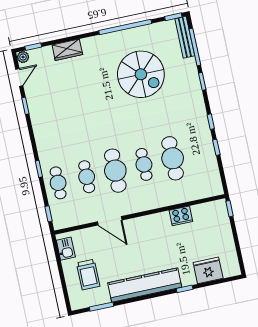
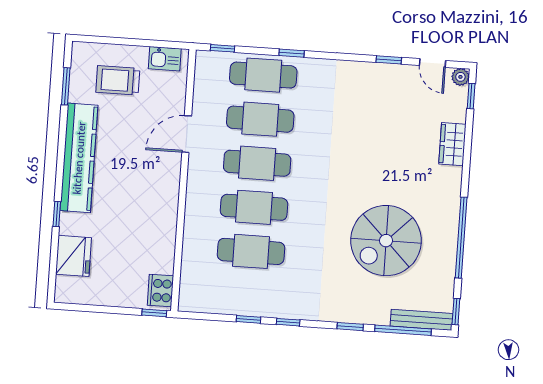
cafe table: (144, 164) -> (254, 207), width x1.37, depth x1.35
cafe table: (87, 177) -> (260, 119), width x1.37, depth x1.35
cafe table: (58, 183) -> (263, 75), width x1.37, depth x1.35
cooker: (181, 216) -> (160, 291), moved

